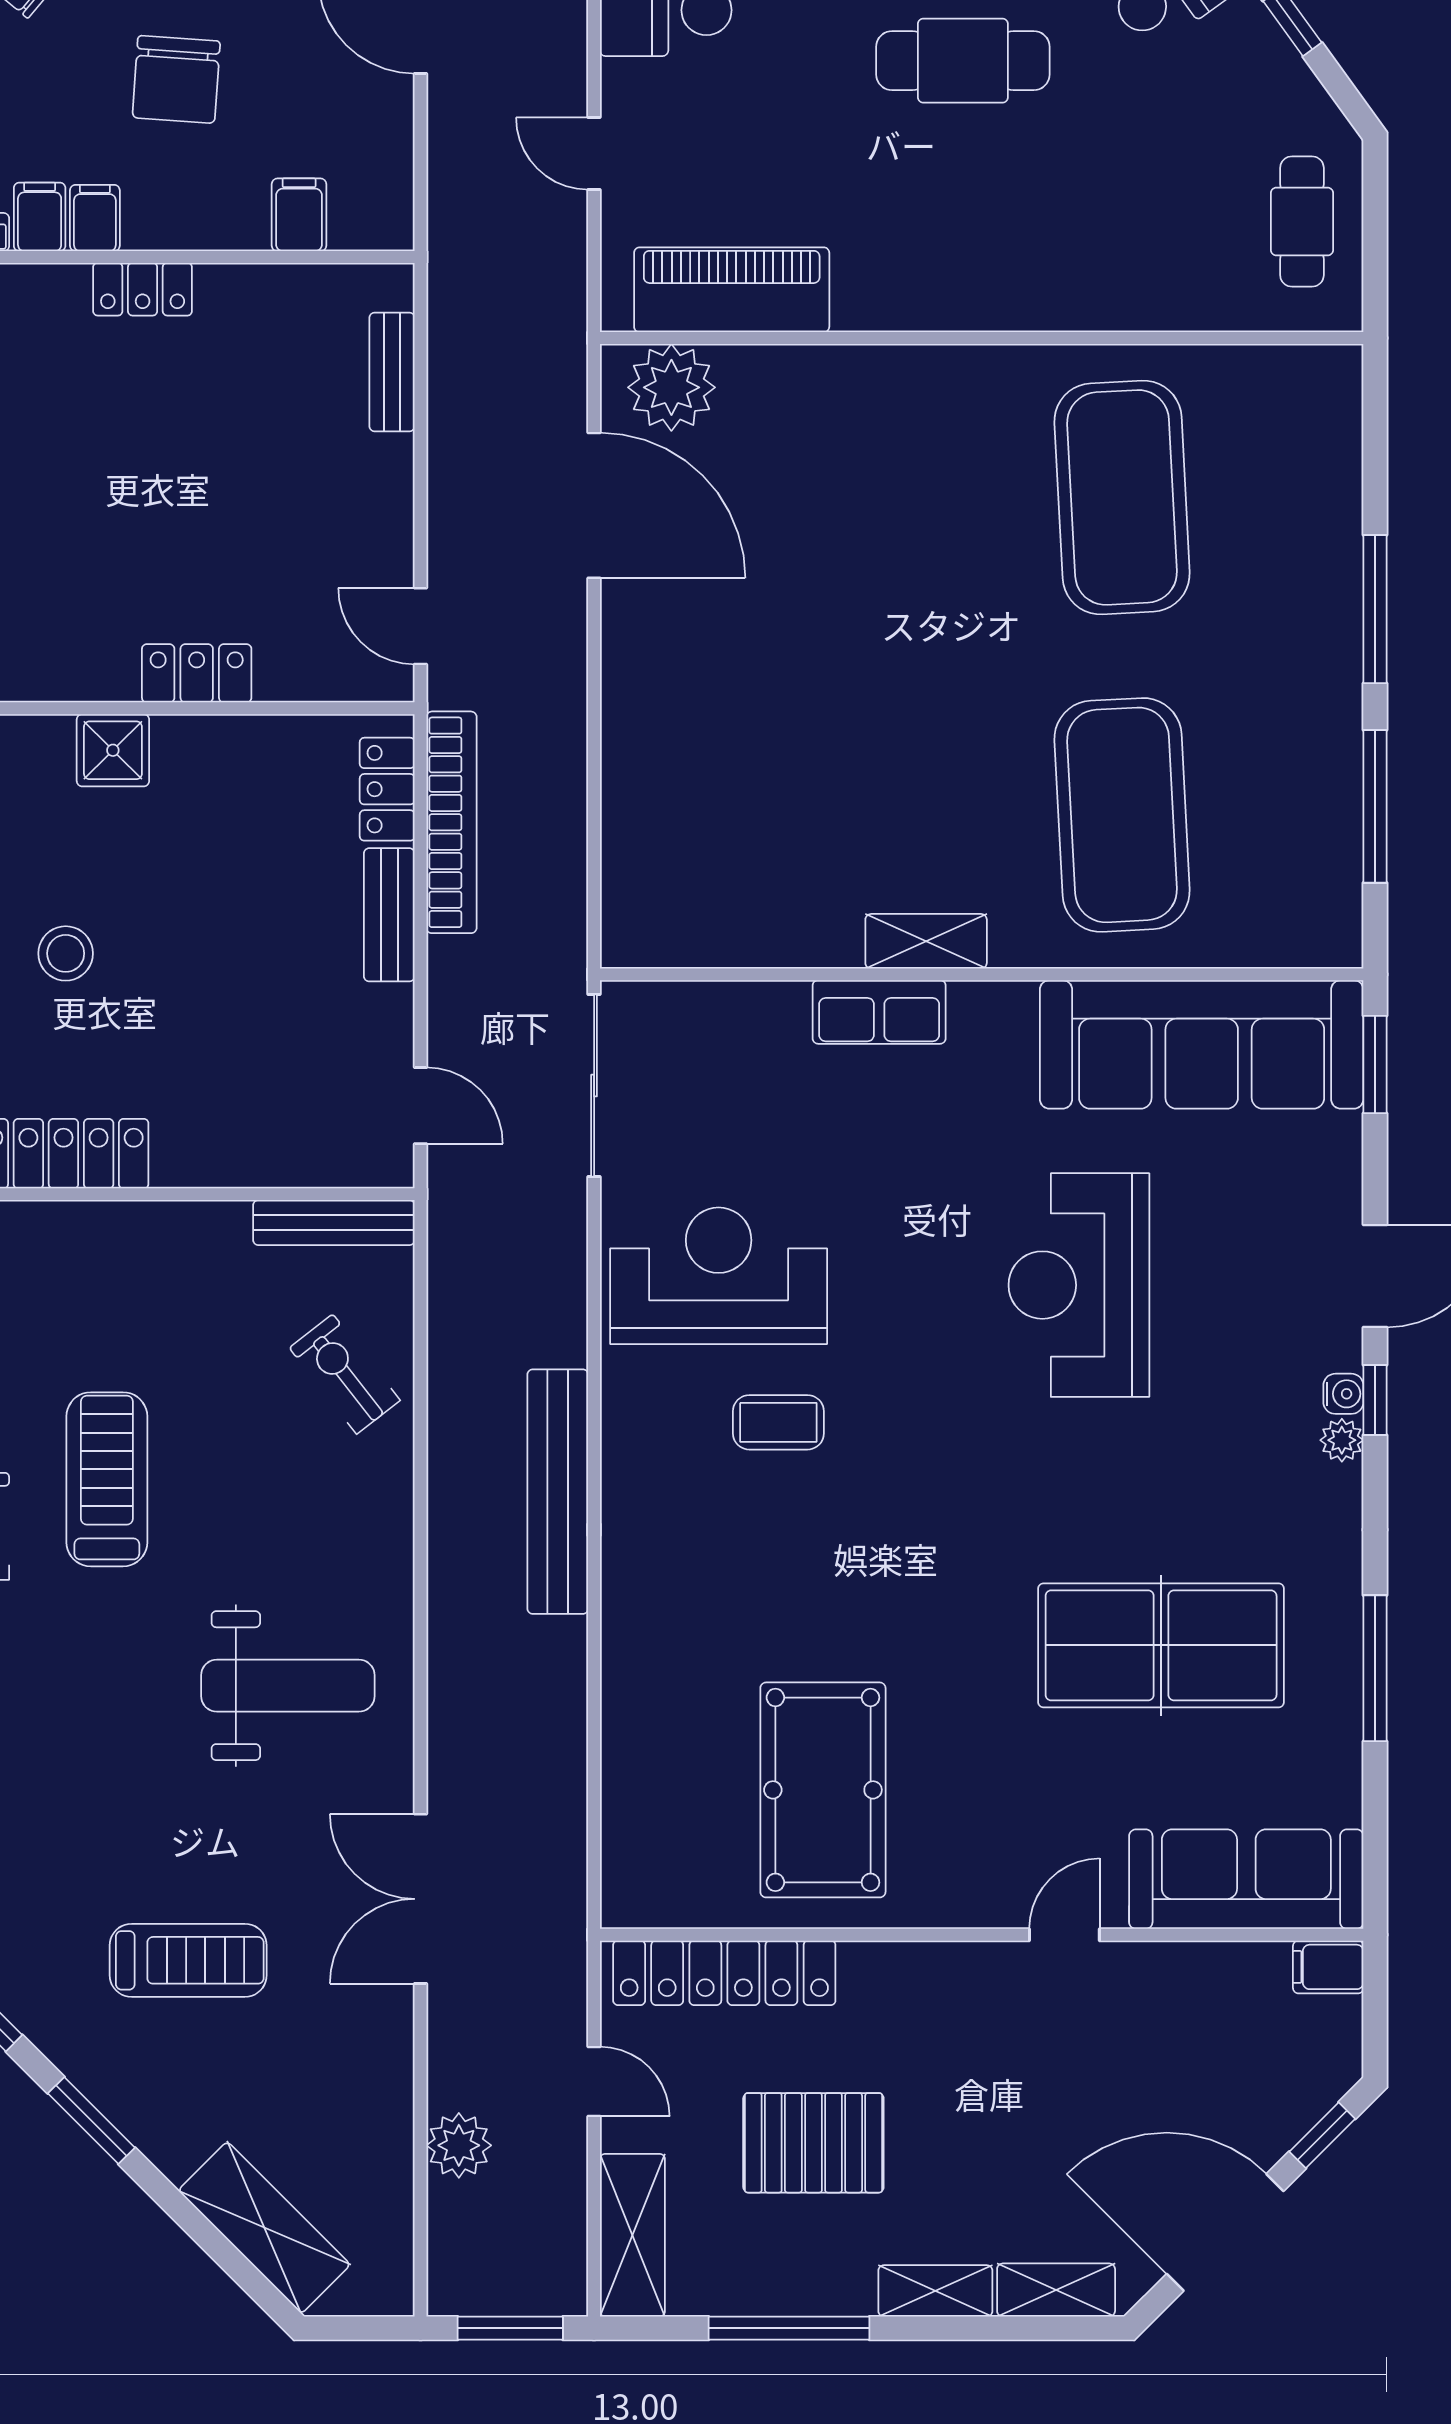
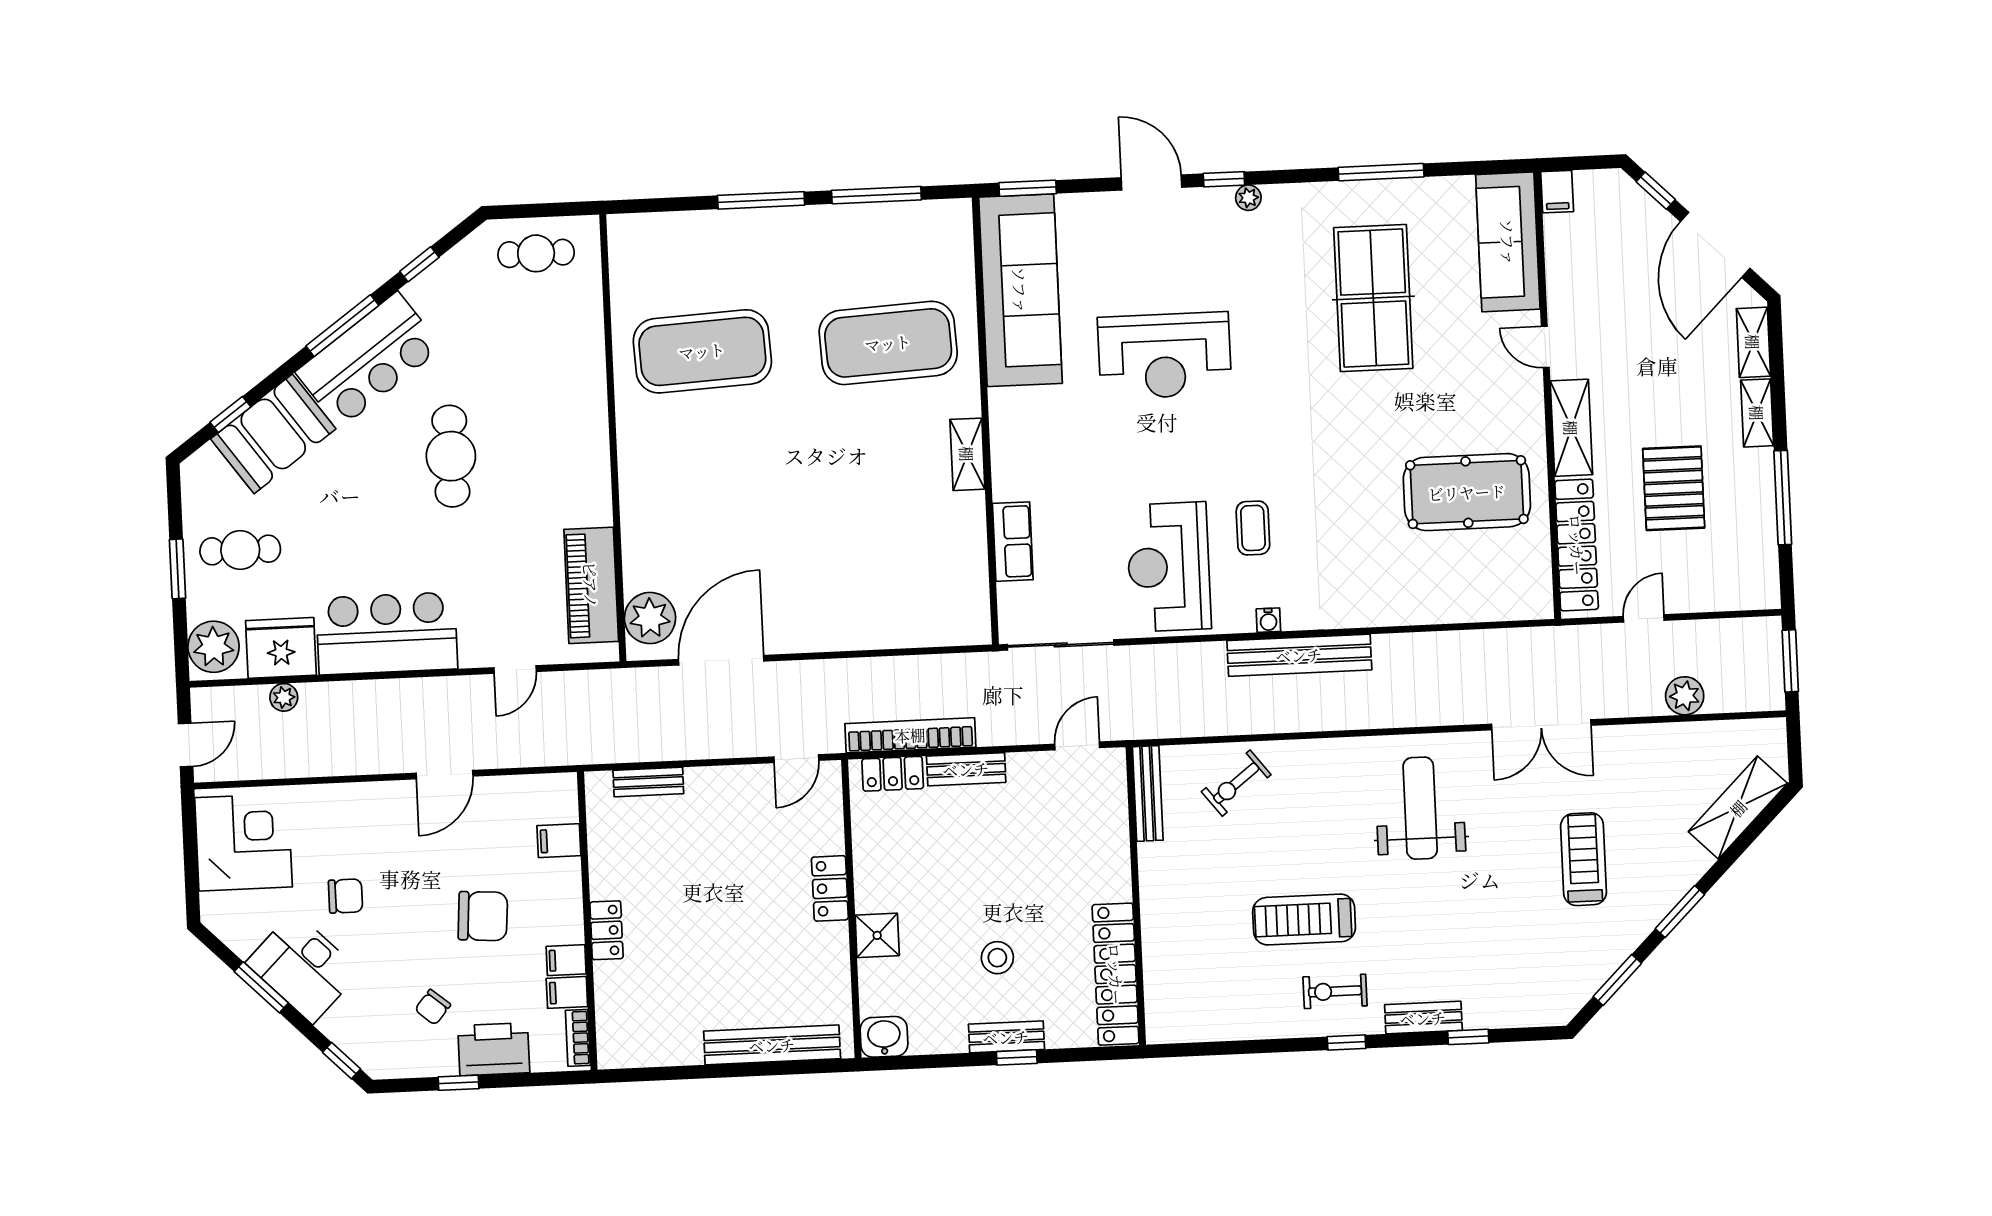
row of seats: (879, 1012) -> (1013, 542), moved
water cooler: (1343, 1394) -> (1268, 620), moved, turned 180
shelving: (632, 2235) -> (1571, 428), moved, turned 90

